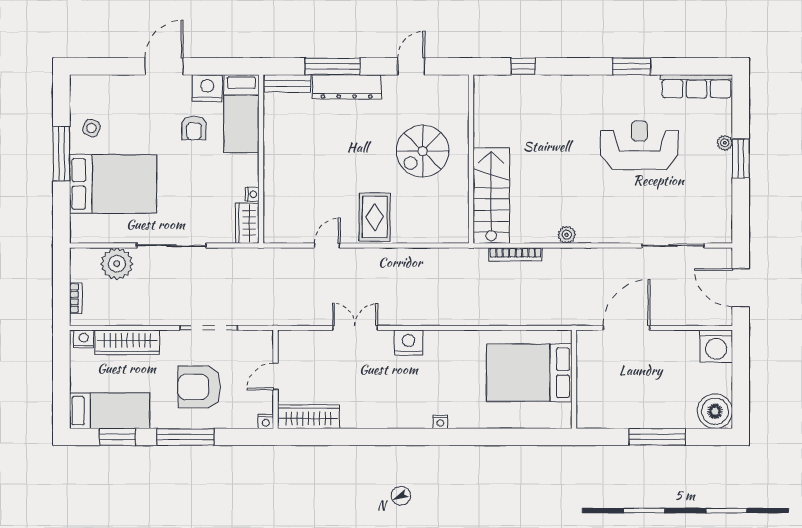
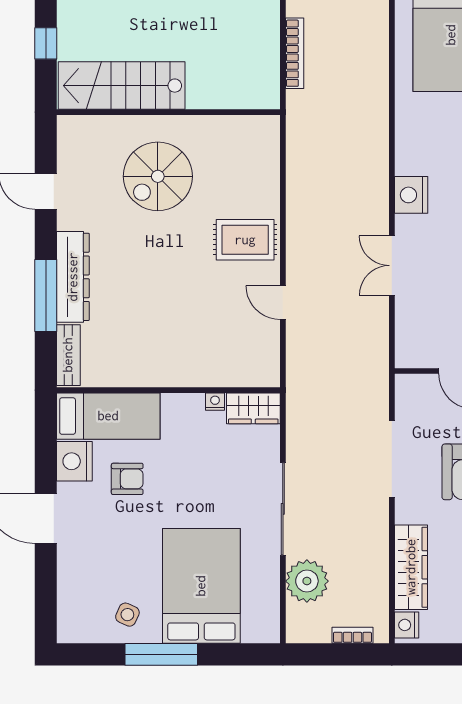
spiral stairs: (423, 151) -> (158, 176), turned 90
stairs: (491, 196) -> (122, 86), moved

